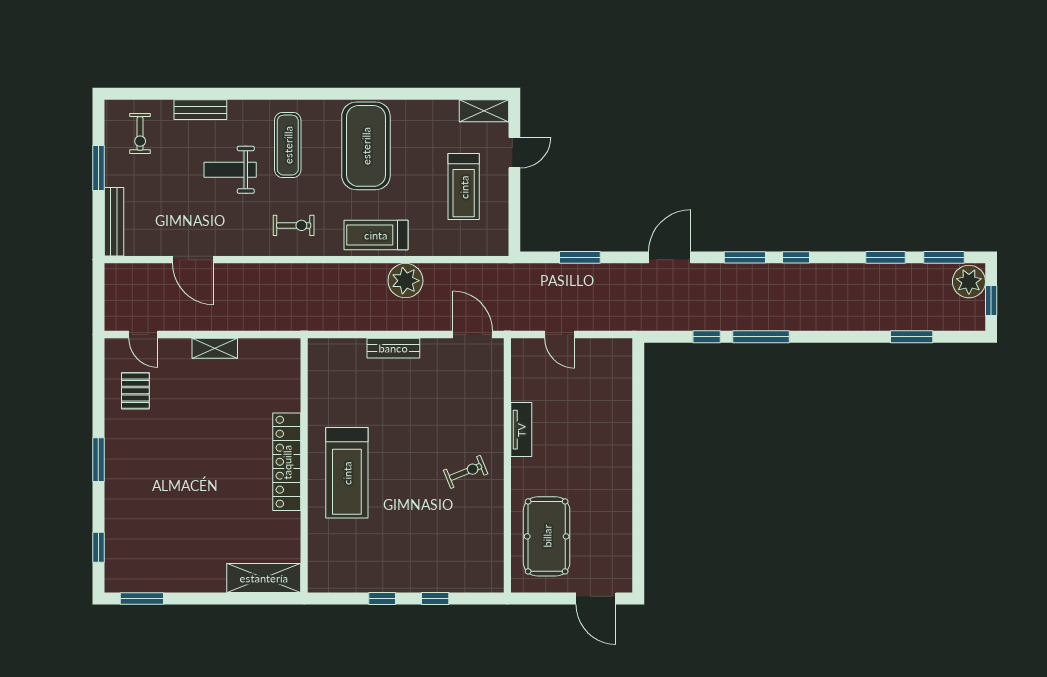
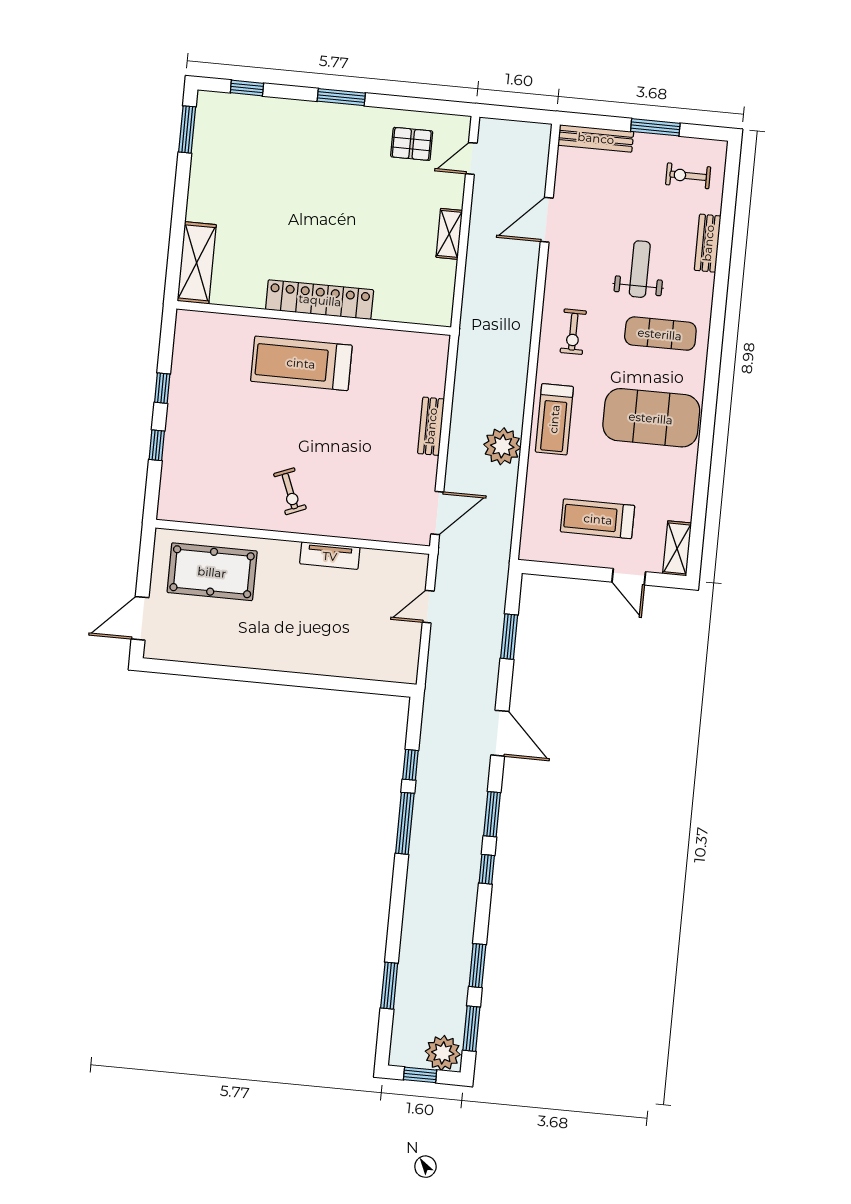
treadmill: (376, 235) -> (554, 419), turned 180

